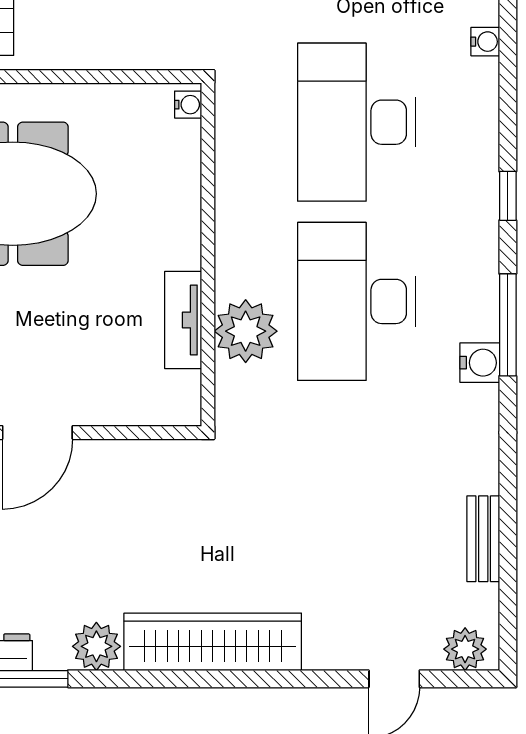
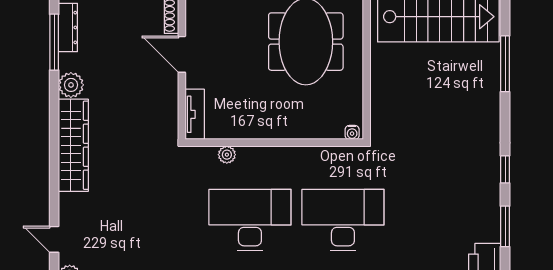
tv unit: (183, 320) -> (195, 114), moved, turned 90
plant: (246, 331) -> (227, 155), width x0.53, depth x0.53

